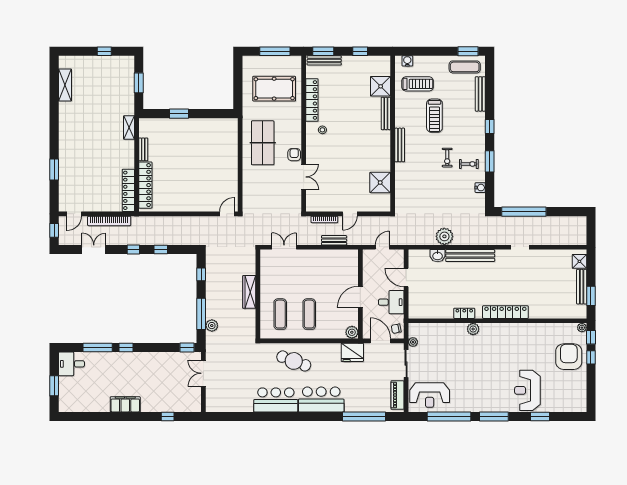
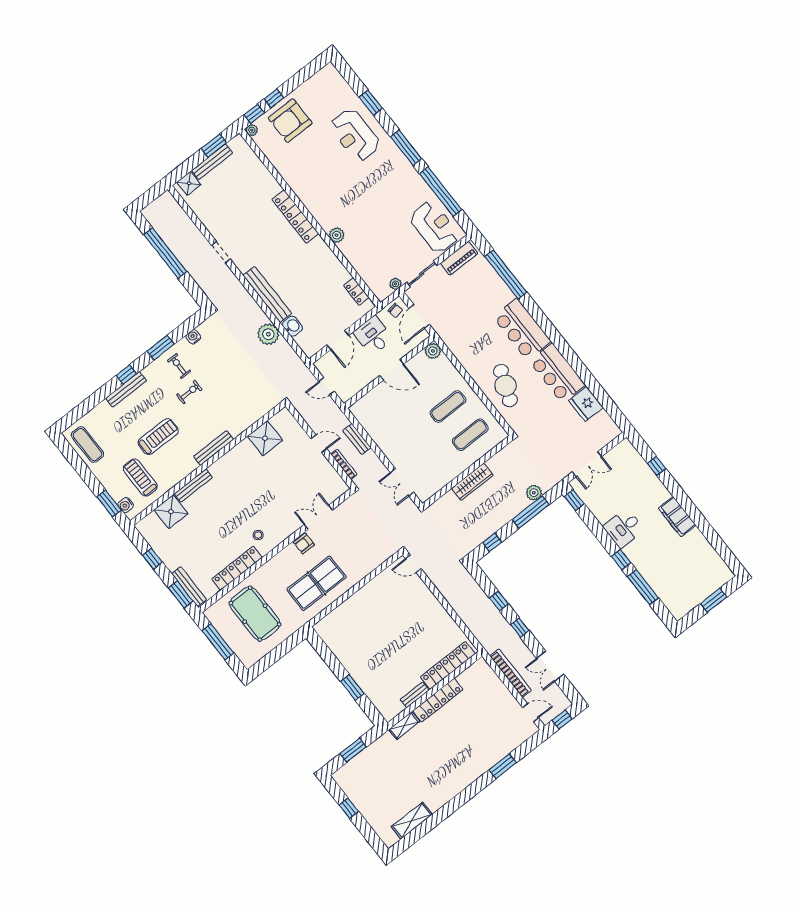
window: (468, 51) -> (109, 503), moved
bench: (480, 94) -> (126, 389), moved
locker: (128, 190) -> (438, 700), moved
window: (524, 212) -> (165, 253), moved
locker: (464, 313) -> (356, 292), moved
fridge: (352, 352) -> (586, 404), moved, turned 180
desk: (71, 364) -> (624, 528), moved, turned 90
reception desk: (527, 390) -> (355, 135), turned 90

